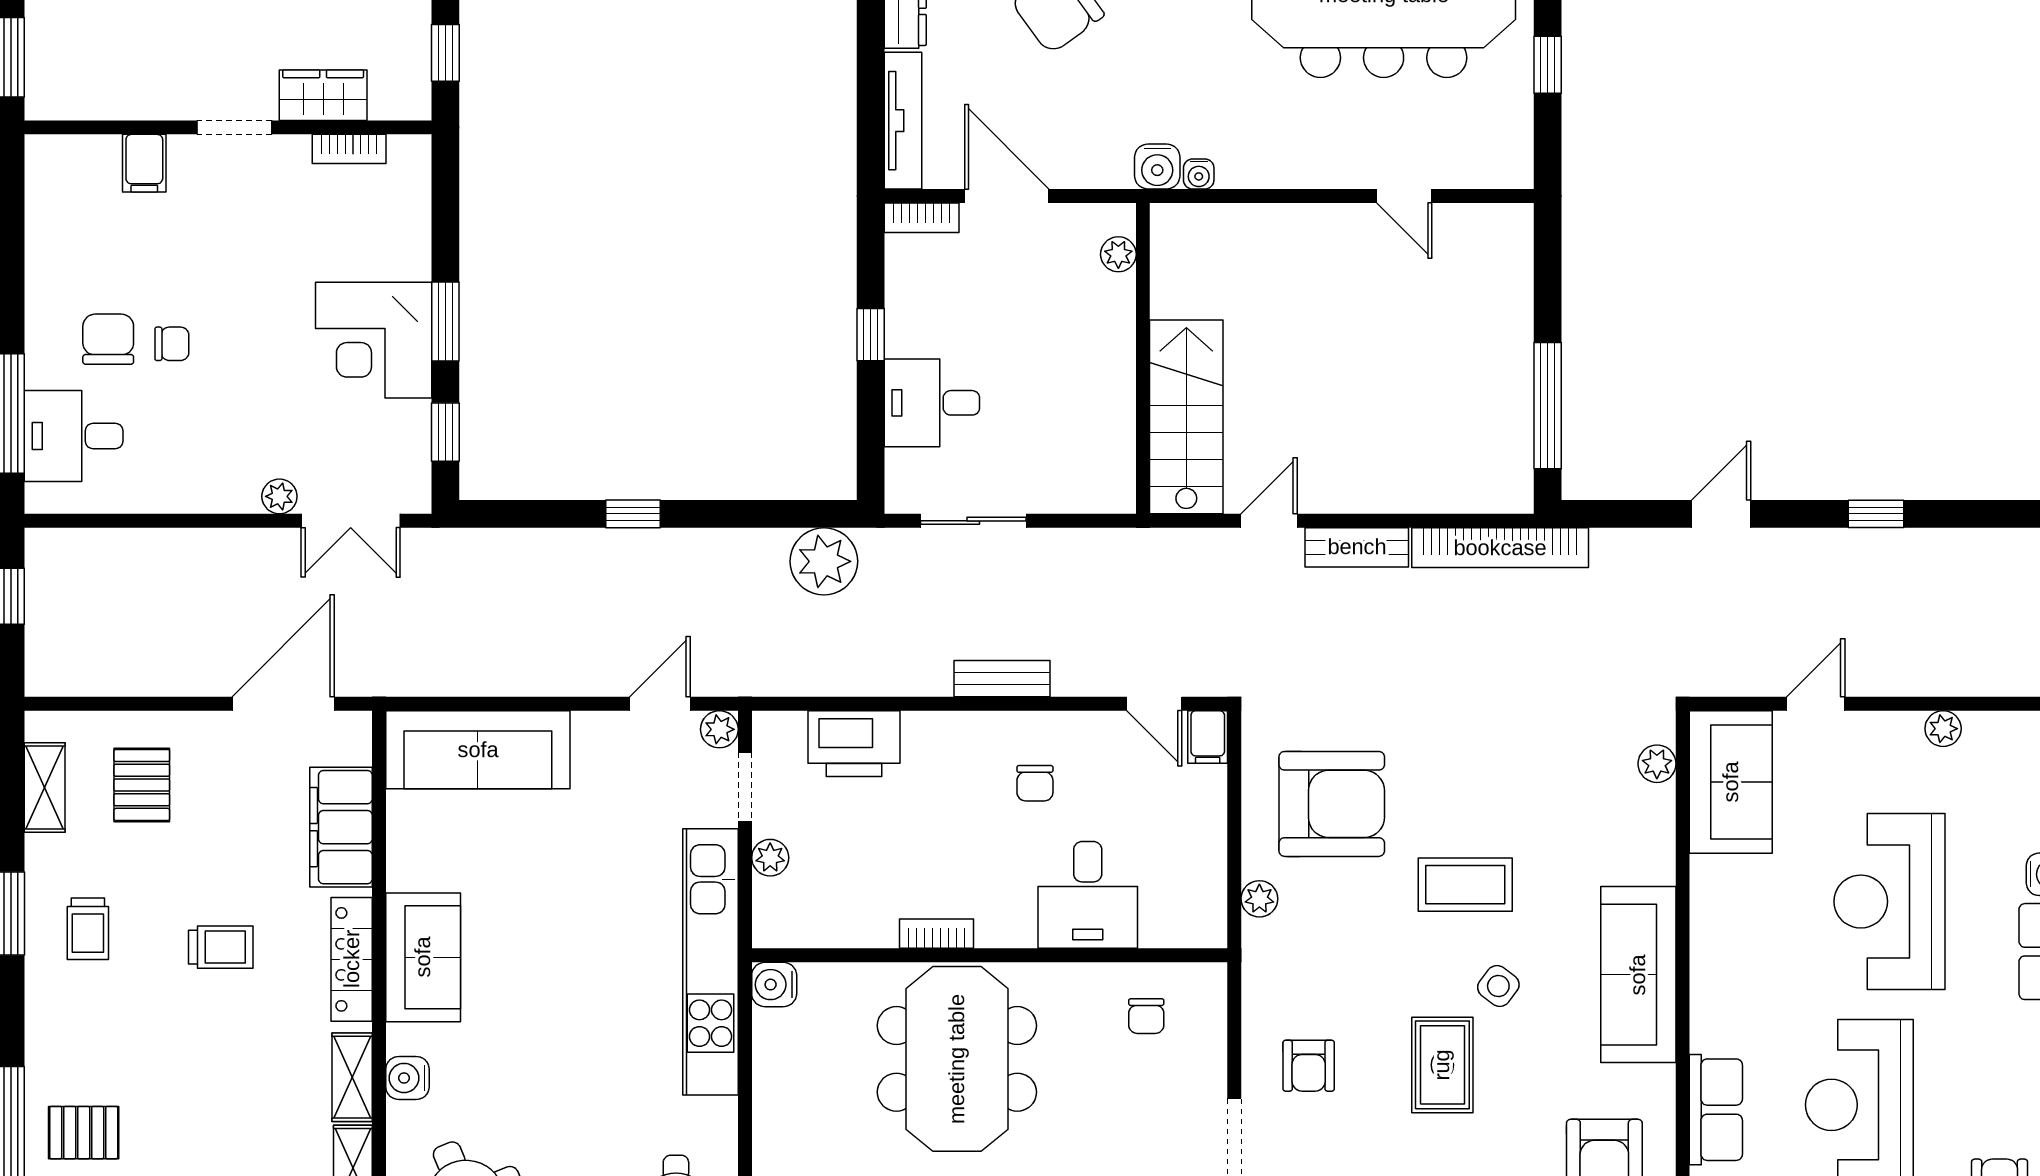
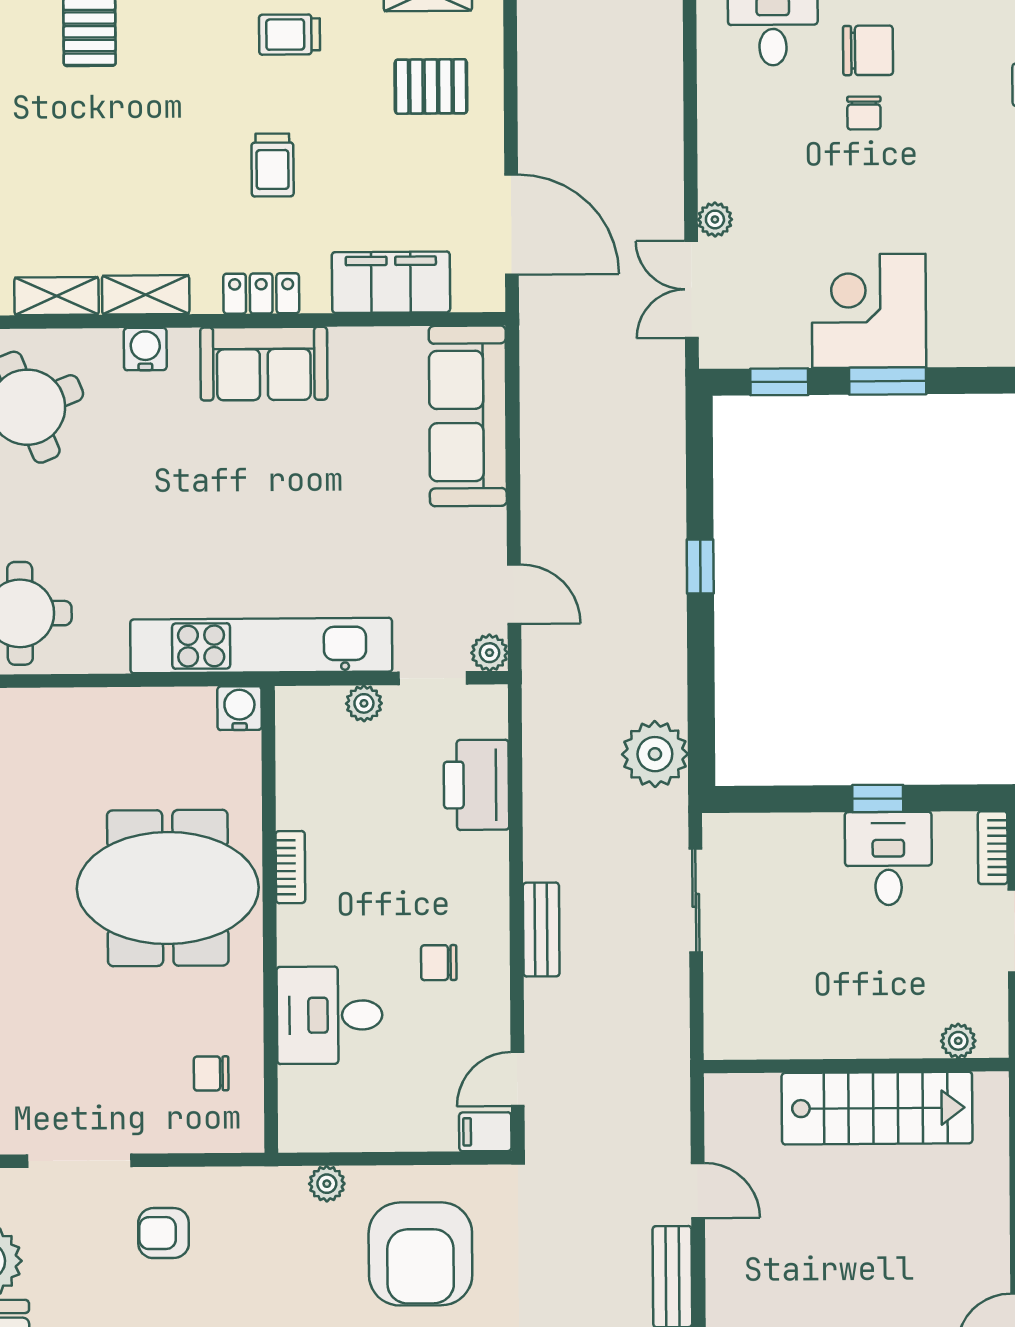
desk: (932, 403) -> (888, 858), moved
stairs: (1186, 417) -> (877, 1108), moved
locker: (352, 959) -> (261, 293), width x0.66

